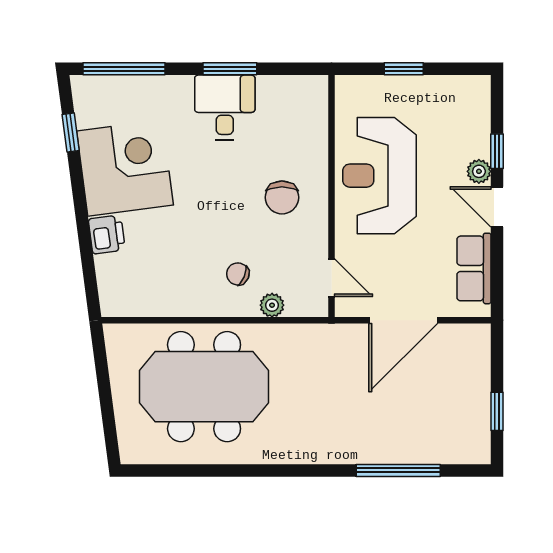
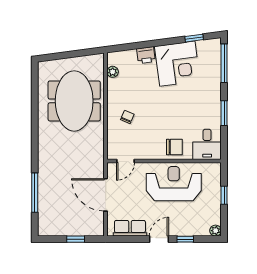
desk: (225, 107) -> (207, 144), moved, turned 90
plant: (479, 171) -> (216, 231), moved
chair: (282, 197) -> (174, 147), moved, turned 180
plant: (272, 305) -> (113, 72), moved
window: (497, 411) -> (76, 239), moved

